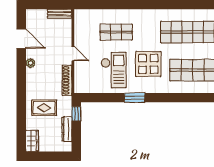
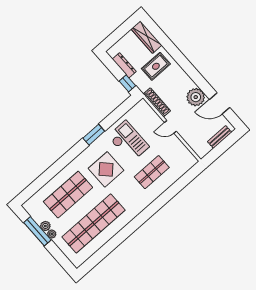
bench: (60, 14) -> (220, 137), moved
plant: (31, 63) -> (196, 97), width x1.87, depth x1.87
checkout: (113, 70) -> (128, 141), turned 180
wardrobe: (32, 141) -> (146, 37), width x1.50

